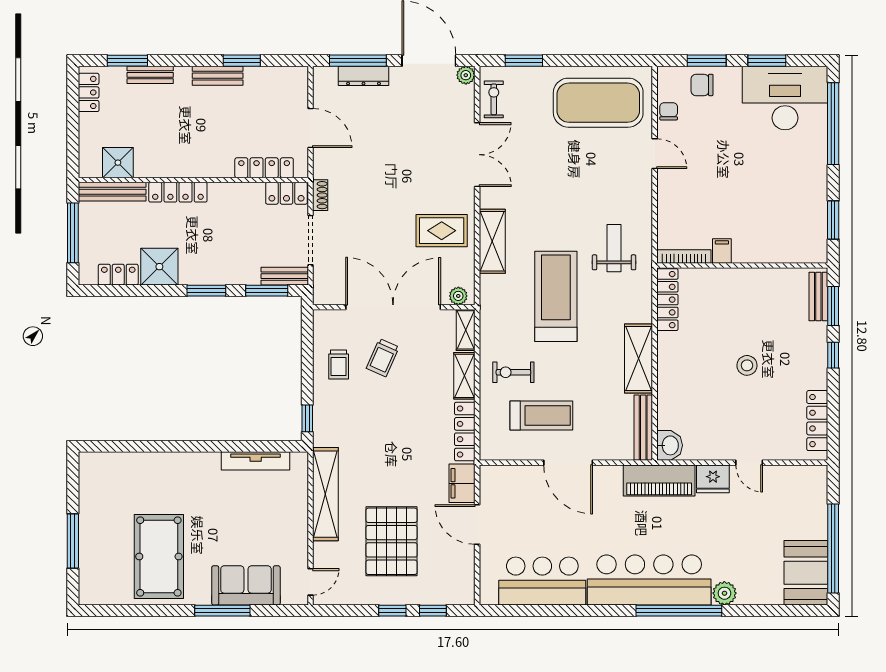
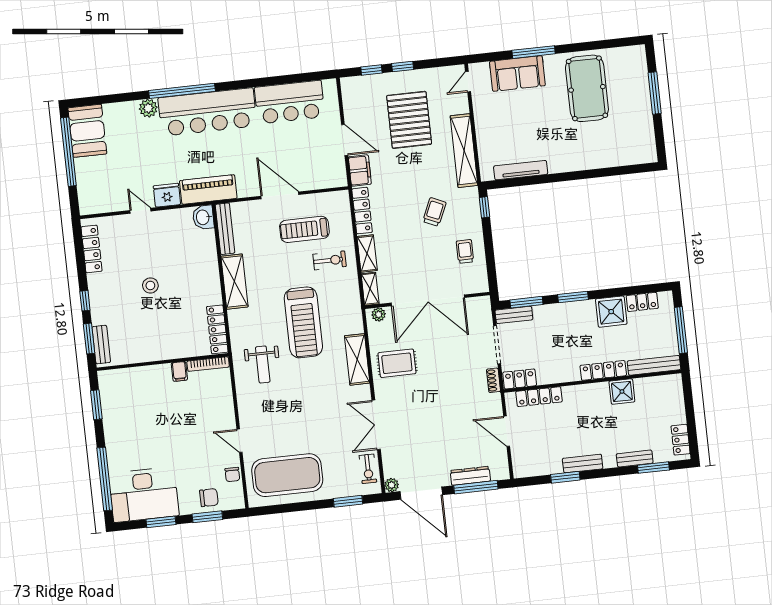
shower: (118, 163) -> (622, 391), moved
trolley: (383, 358) -> (434, 212), moved

